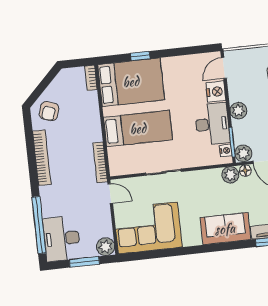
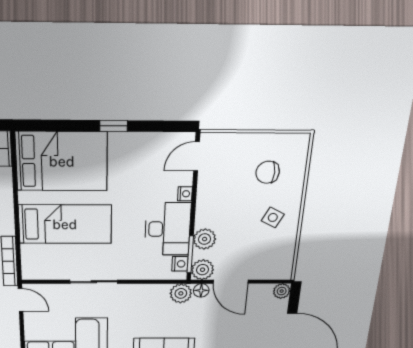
window: (140, 56) -> (114, 126), moved
nightstand: (216, 92) -> (185, 194), width x0.53, depth x0.56
plant: (238, 111) -> (205, 239), moved

